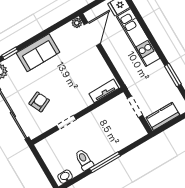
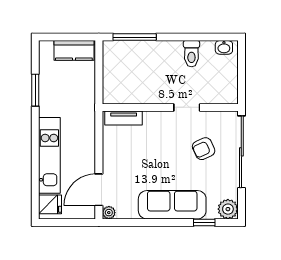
sofa: (38, 53) -> (172, 205), width x1.36
doorway: (135, 107) -> (99, 80), removed
window: (105, 162) -> (135, 37), moved

